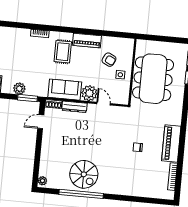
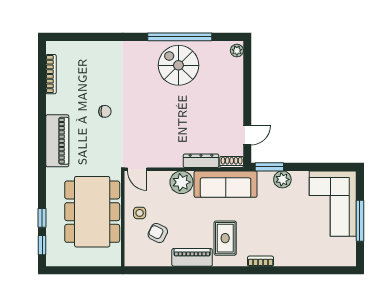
sofa: (65, 90) -> (226, 184), width x1.36
door: (104, 104) -> (137, 169), moved
piano: (171, 144) -> (57, 141), moved

